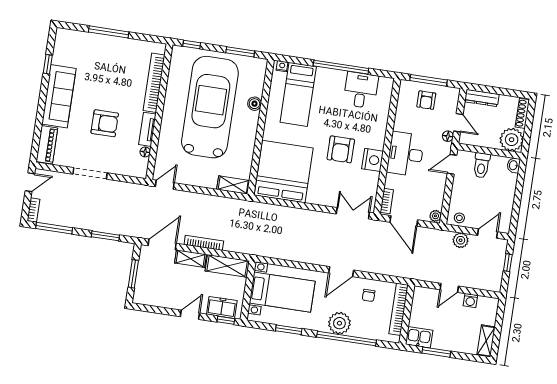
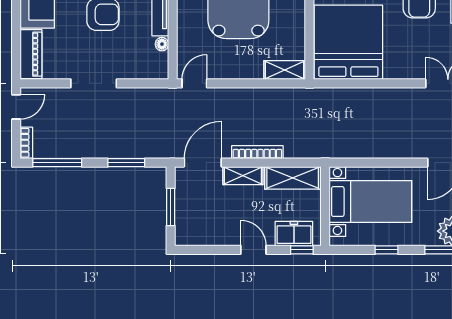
door: (190, 315) -> (253, 250), hinge flipped
window: (289, 330) -> (387, 250), width x0.67

